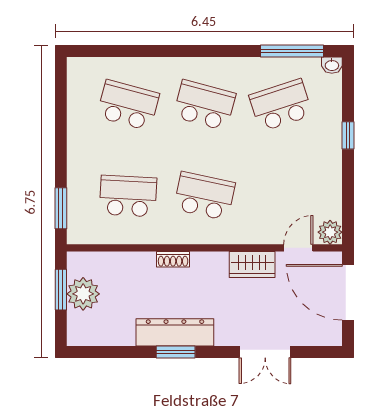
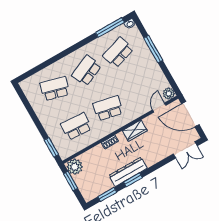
school desk: (204, 105) -> (86, 71), turned -39
window: (348, 135) -> (153, 49), width x2.17
wardrobe: (252, 264) -> (135, 131), moved
plant: (83, 294) -> (75, 167), moved
window: (114, 352) -> (107, 194), added
double door: (265, 352) -> (185, 150), moved

